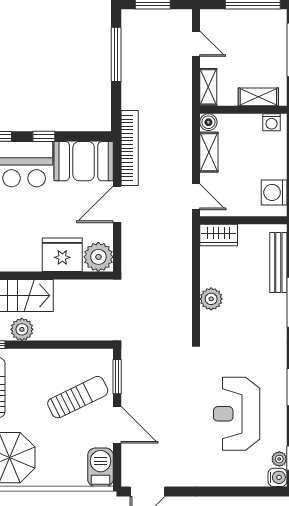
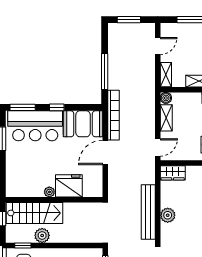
door: (196, 44) -> (158, 46), hinge flipped
window: (116, 54) -> (105, 72), moved
door: (196, 197) -> (158, 147), hinge flipped
plant: (98, 257) -> (49, 192), moved, width x0.53, depth x0.53
bench: (182, 294) -> (148, 212), added

